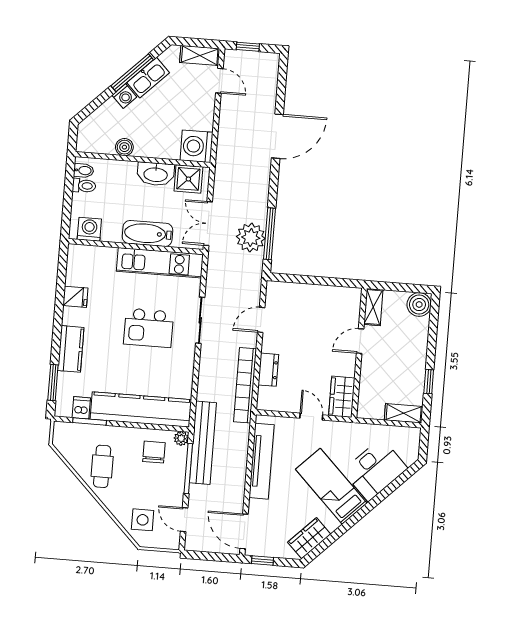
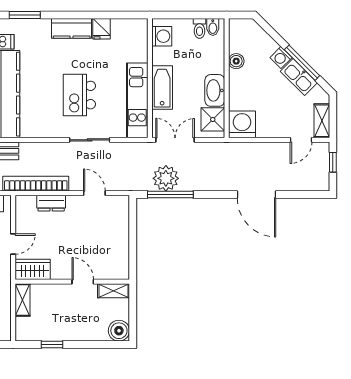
kitchen counter: (71, 349) -> (72, 28), moved
shelving: (404, 413) -> (22, 300), moved

